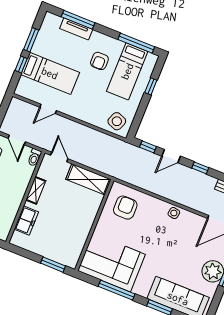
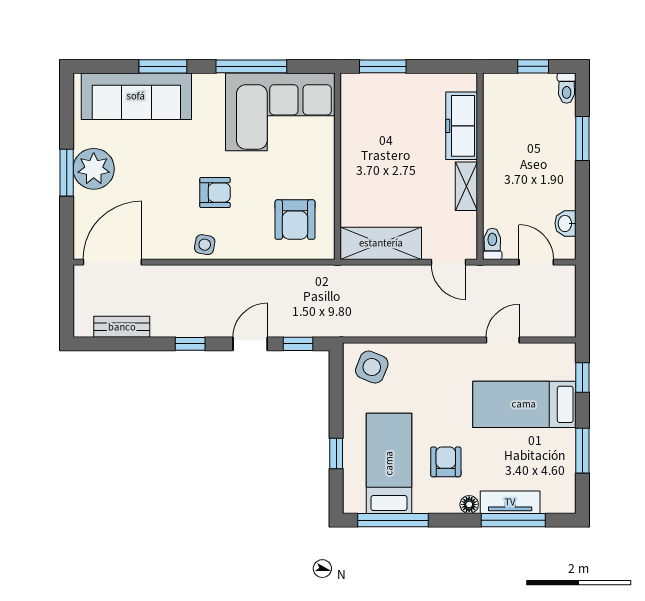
floor lamp: (96, 36) -> (469, 504), added
window: (21, 65) -> (582, 378), moved
freezer: (26, 221) -> (462, 126), width x1.40
armchair: (159, 236) -> (215, 193), added

